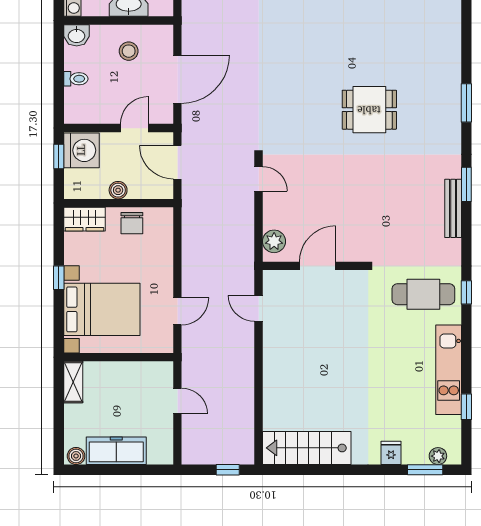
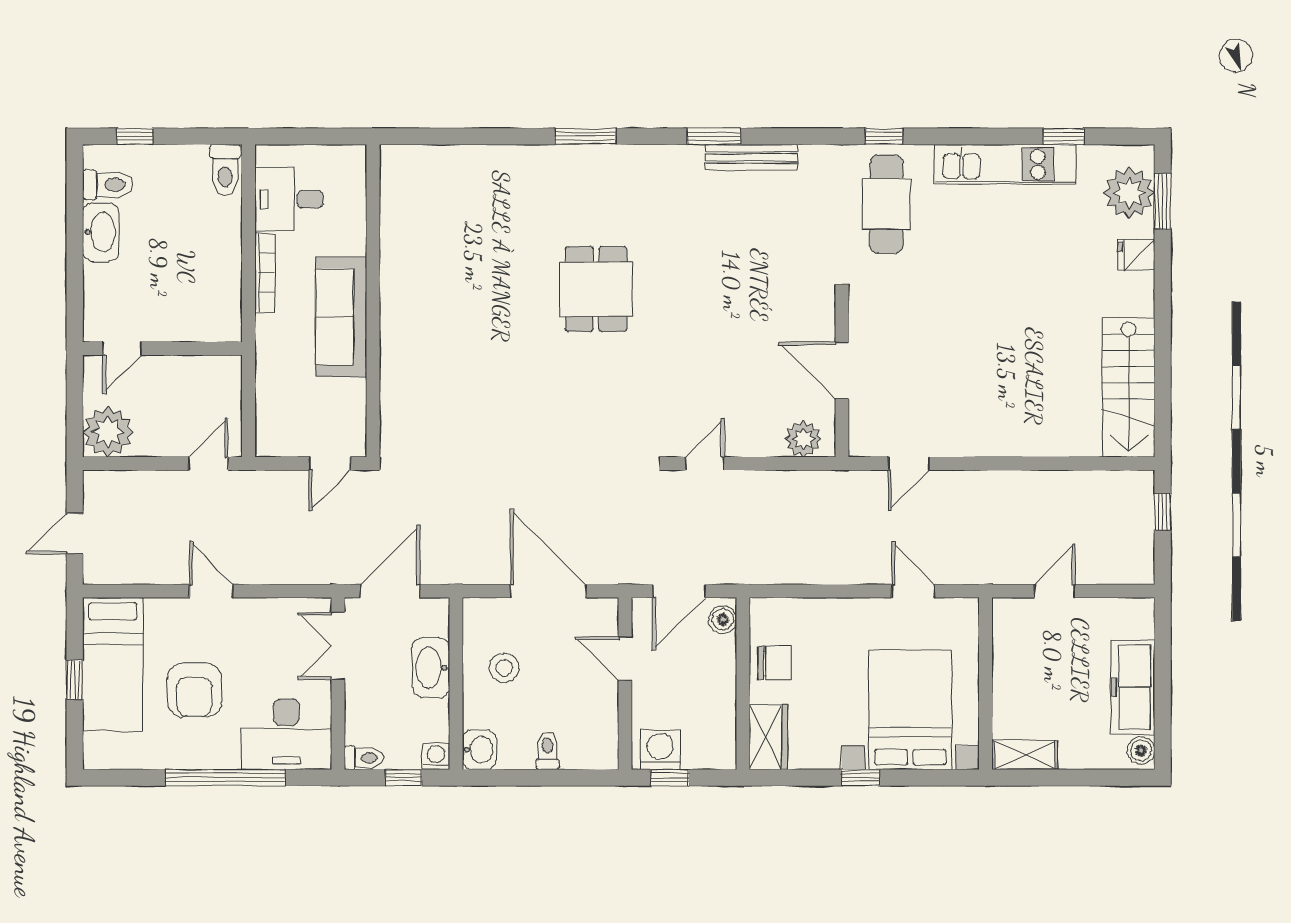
washing machine: (81, 150) -> (660, 750), width x0.73, depth x0.73
boiler: (118, 190) -> (723, 619), moved
plant: (438, 456) -> (1129, 193), width x1.88, depth x1.88

